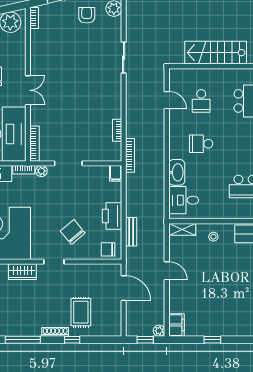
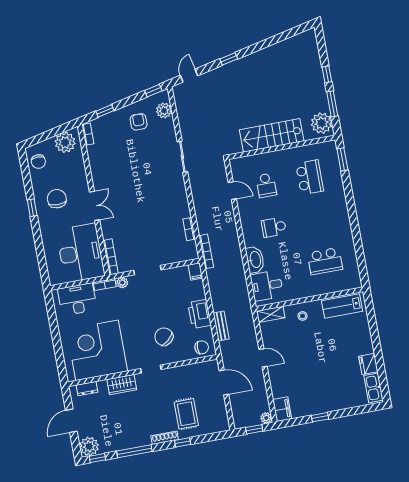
chair: (108, 249) -> (202, 347), turned 180

